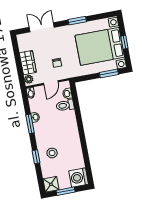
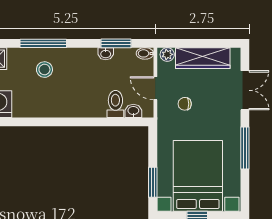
window: (77, 21) -> (245, 148), width x1.44
wardrobe: (28, 63) -> (203, 58), width x1.50
window: (30, 124) -> (116, 43), moved
window: (36, 157) -> (43, 43), width x2.17

